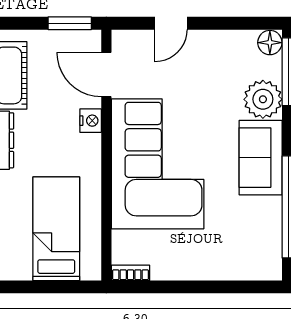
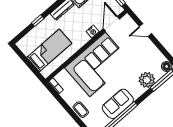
sofa: (261, 158) -> (118, 104), moved
coffee table: (213, 265) -> (81, 110), added

